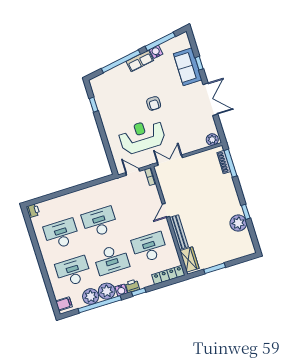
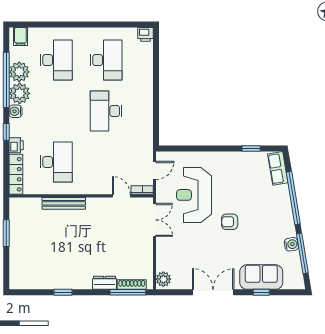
row of seats: (140, 61) -> (278, 168), moved
double door: (210, 99) -> (213, 292), swing flipped
reception desk: (142, 136) -> (194, 195), turned 180
dresser: (229, 183) -> (104, 283), added
door: (166, 210) -> (121, 196), moved
desk: (100, 222) -> (106, 111), turned 180
plant: (238, 223) -> (52, 279), removed
desk: (111, 260) -> (56, 111), removed
wardrobe: (189, 260) -> (26, 206), removed
printer: (132, 286) -> (16, 145), moved

